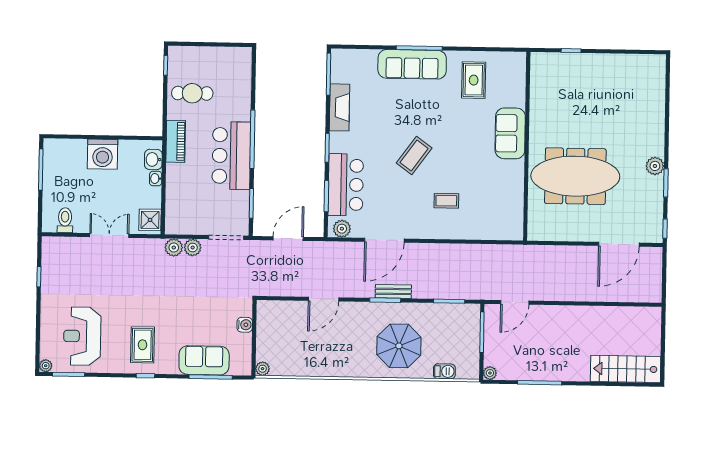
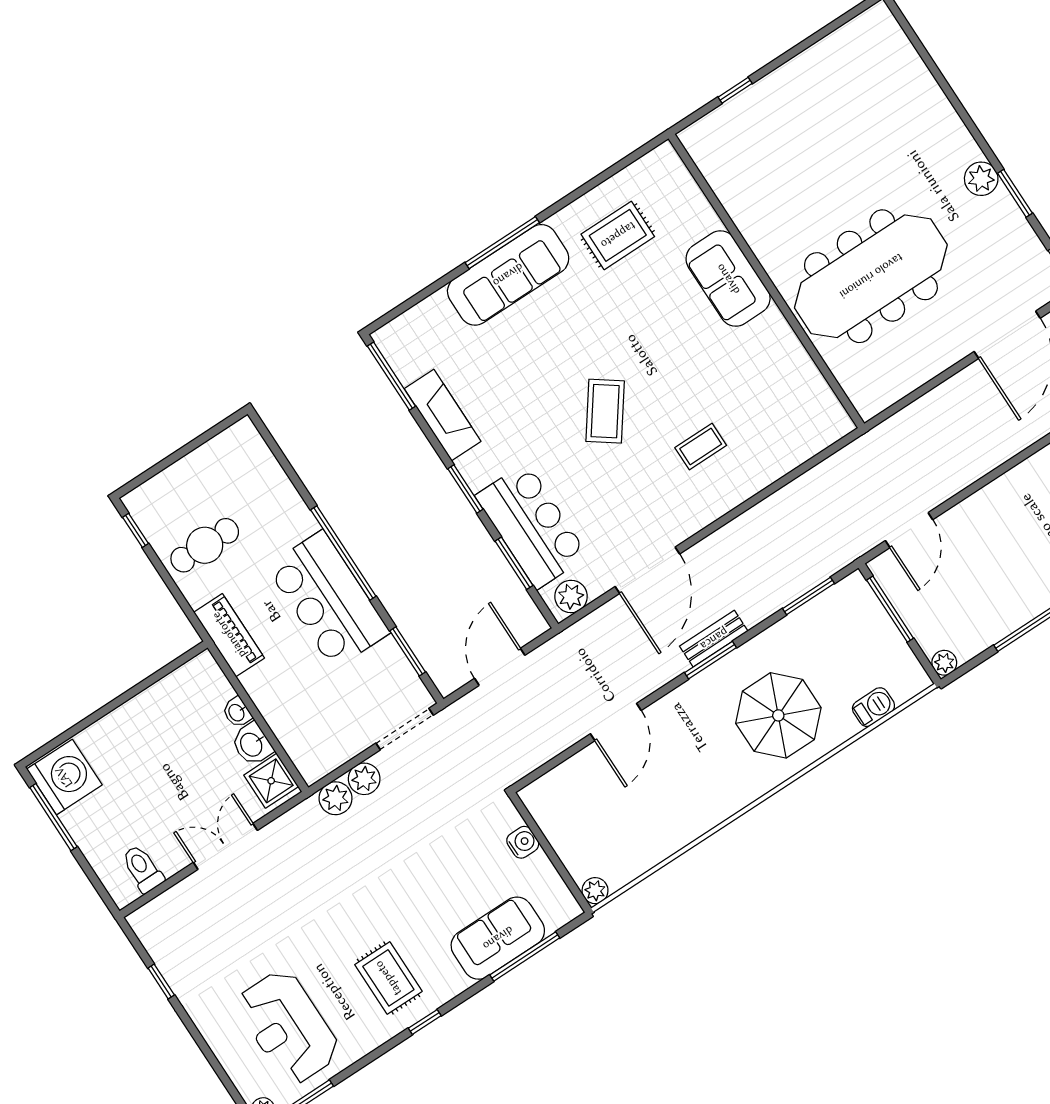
rug: (474, 80) -> (618, 235), turned 90
washing machine: (103, 154) -> (64, 777), moved, turned -90
washbasin: (153, 159) -> (252, 744), moved

